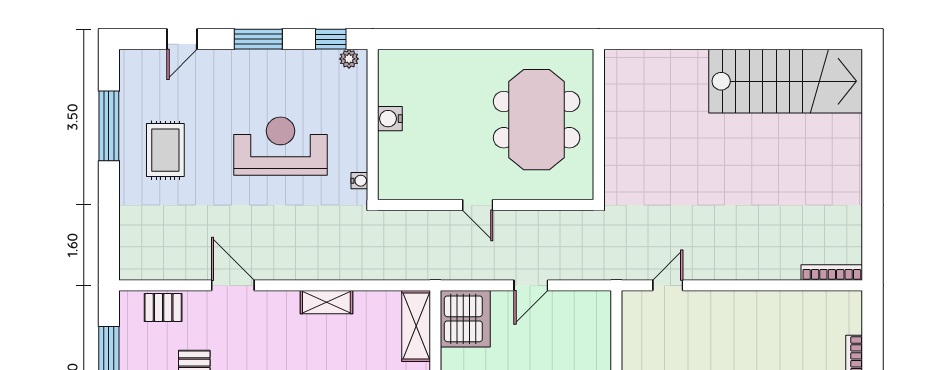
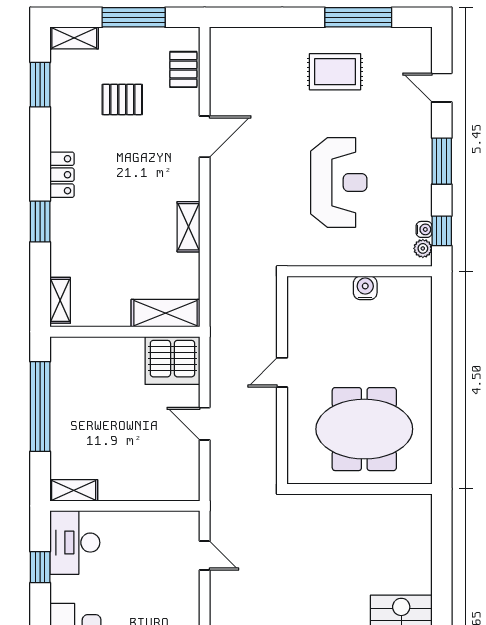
water cooler: (359, 181) -> (424, 229), moved, turned -90

